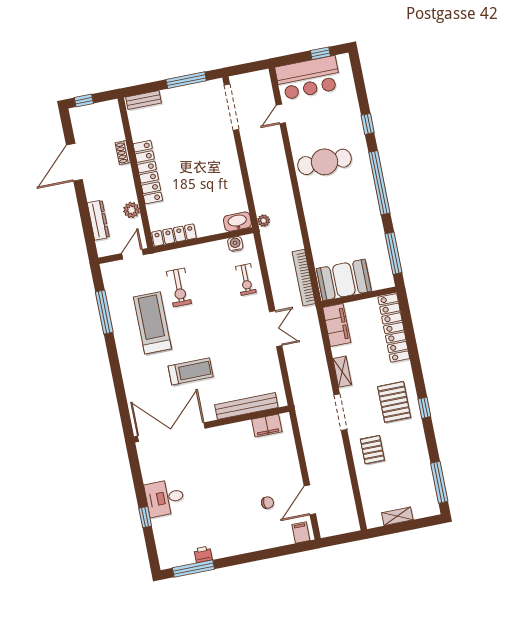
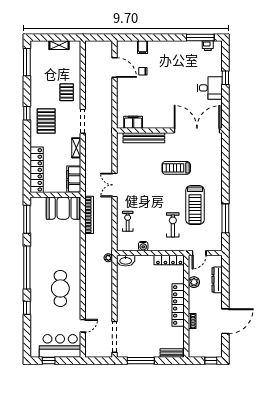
cafe table: (325, 162) -> (60, 288), turned 90
water cooler: (235, 244) -> (143, 246), moved
double door: (171, 432) -> (197, 130), swing flipped
door: (310, 500) -> (115, 67), hinge flipped
filing cabinet: (301, 532) -> (143, 47), moved
printer: (203, 554) -> (208, 46), moved

